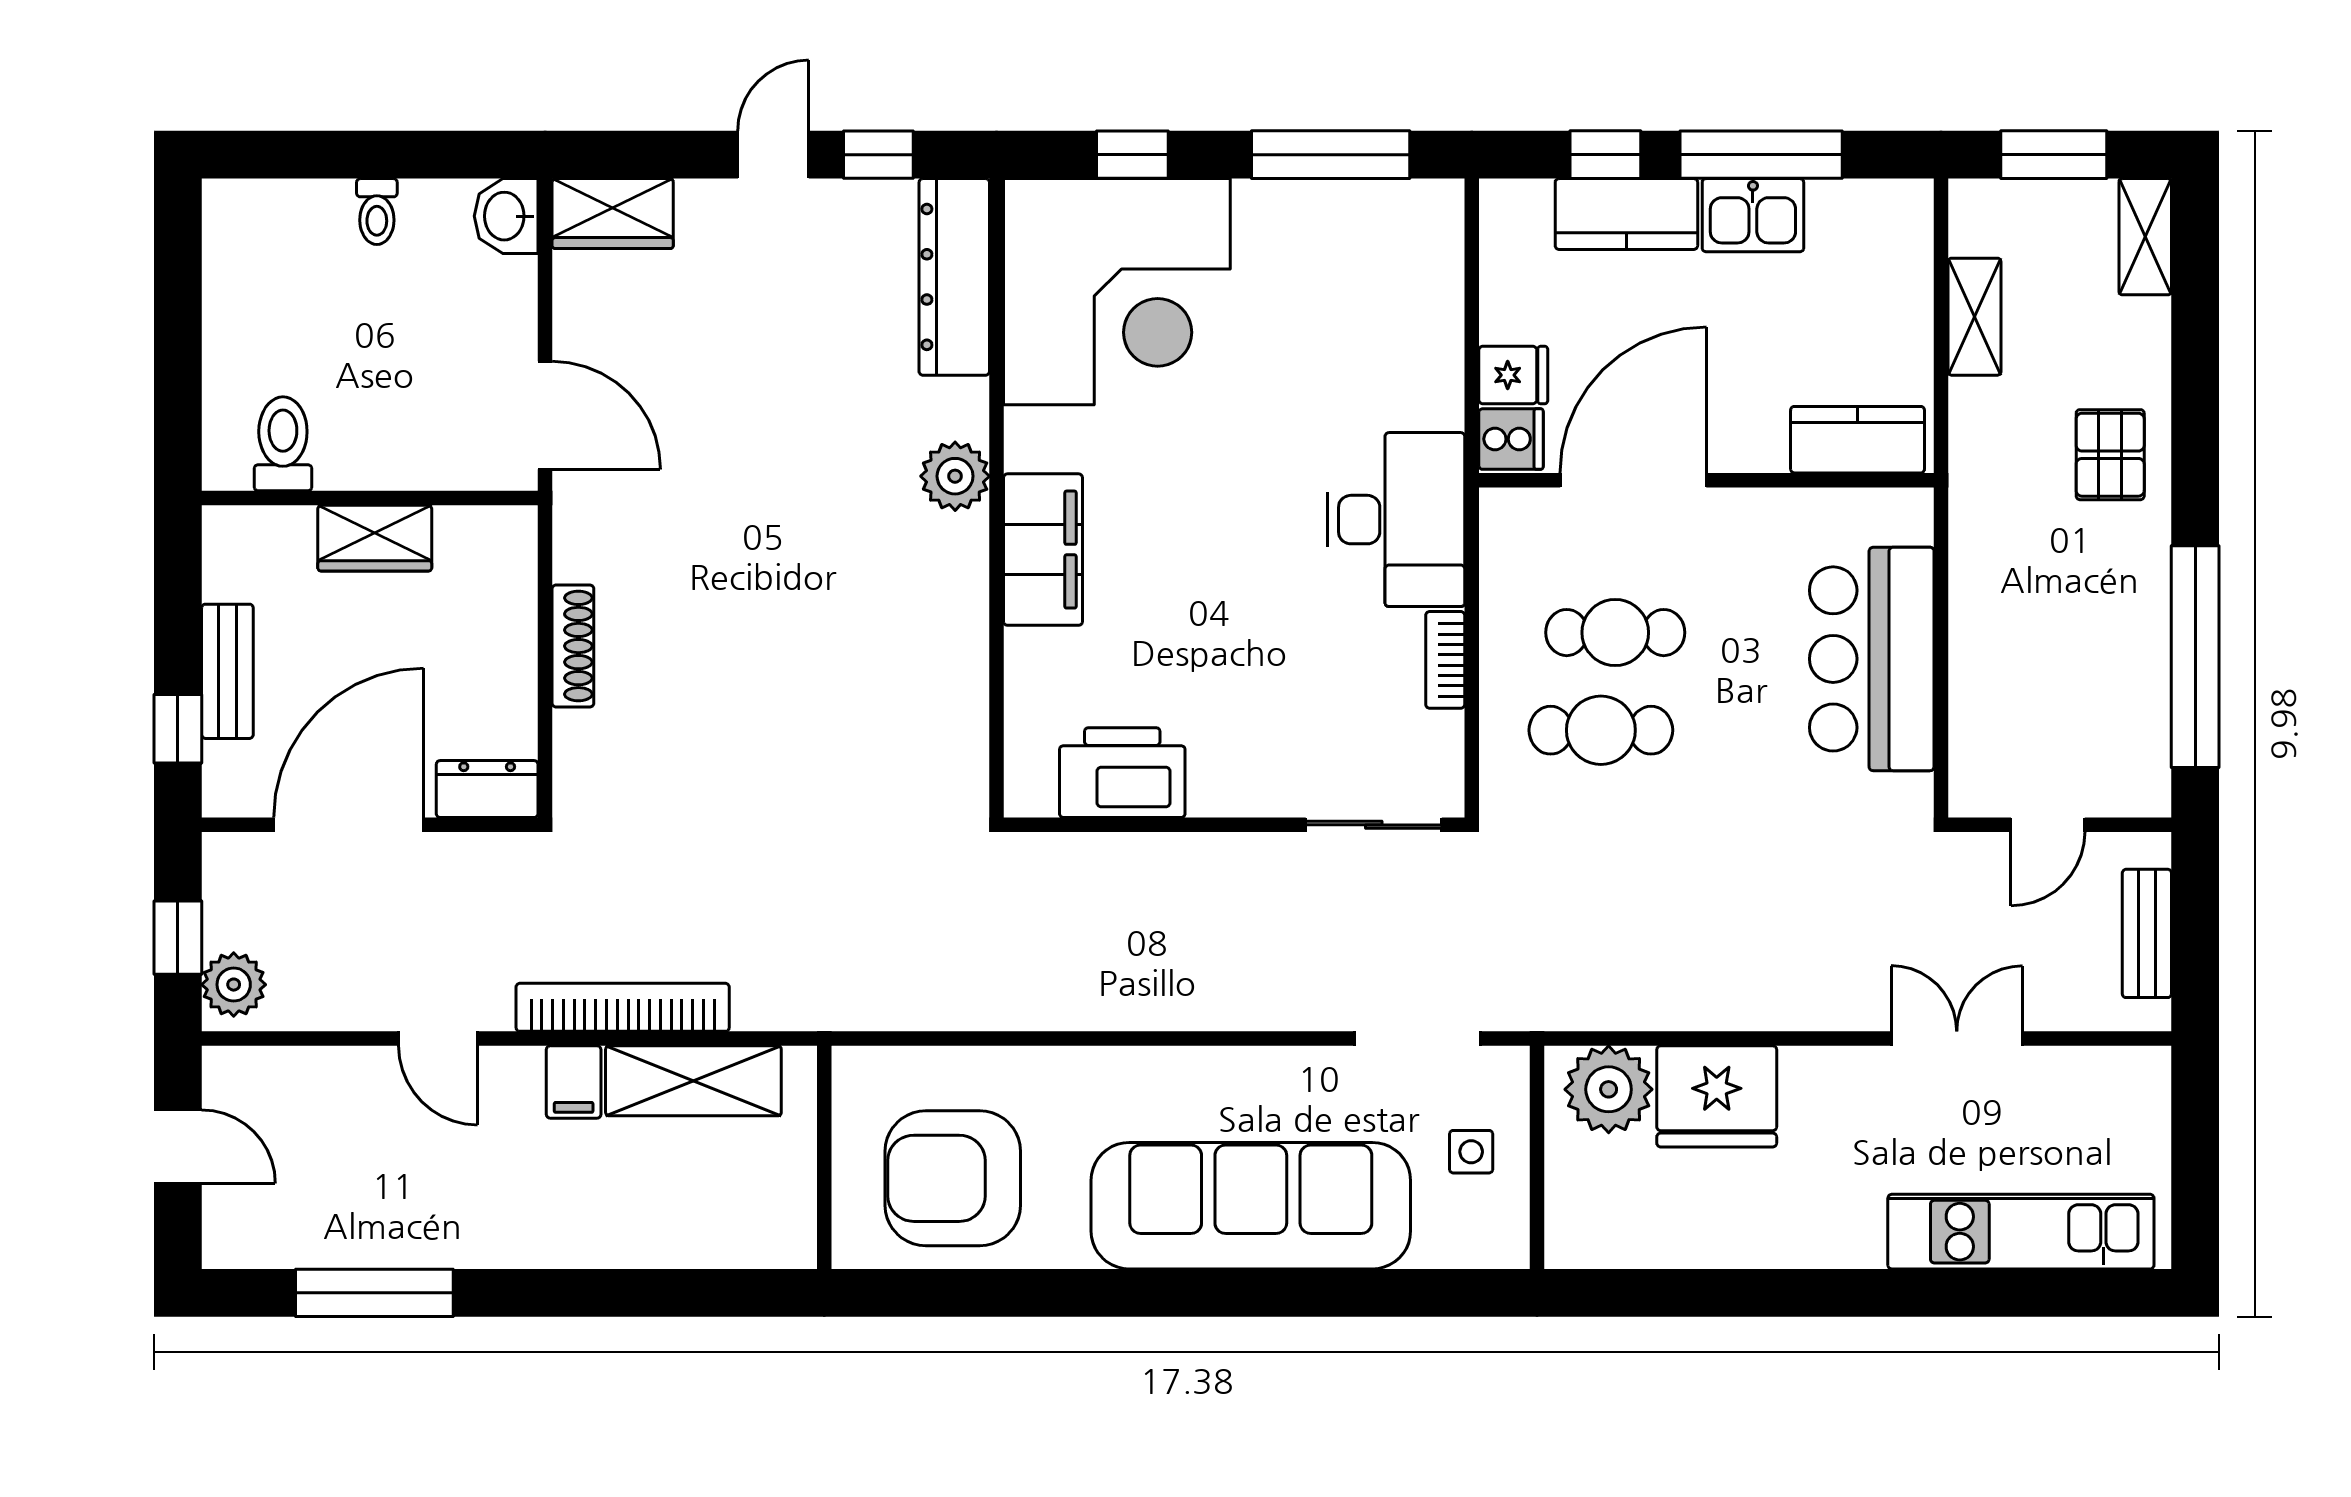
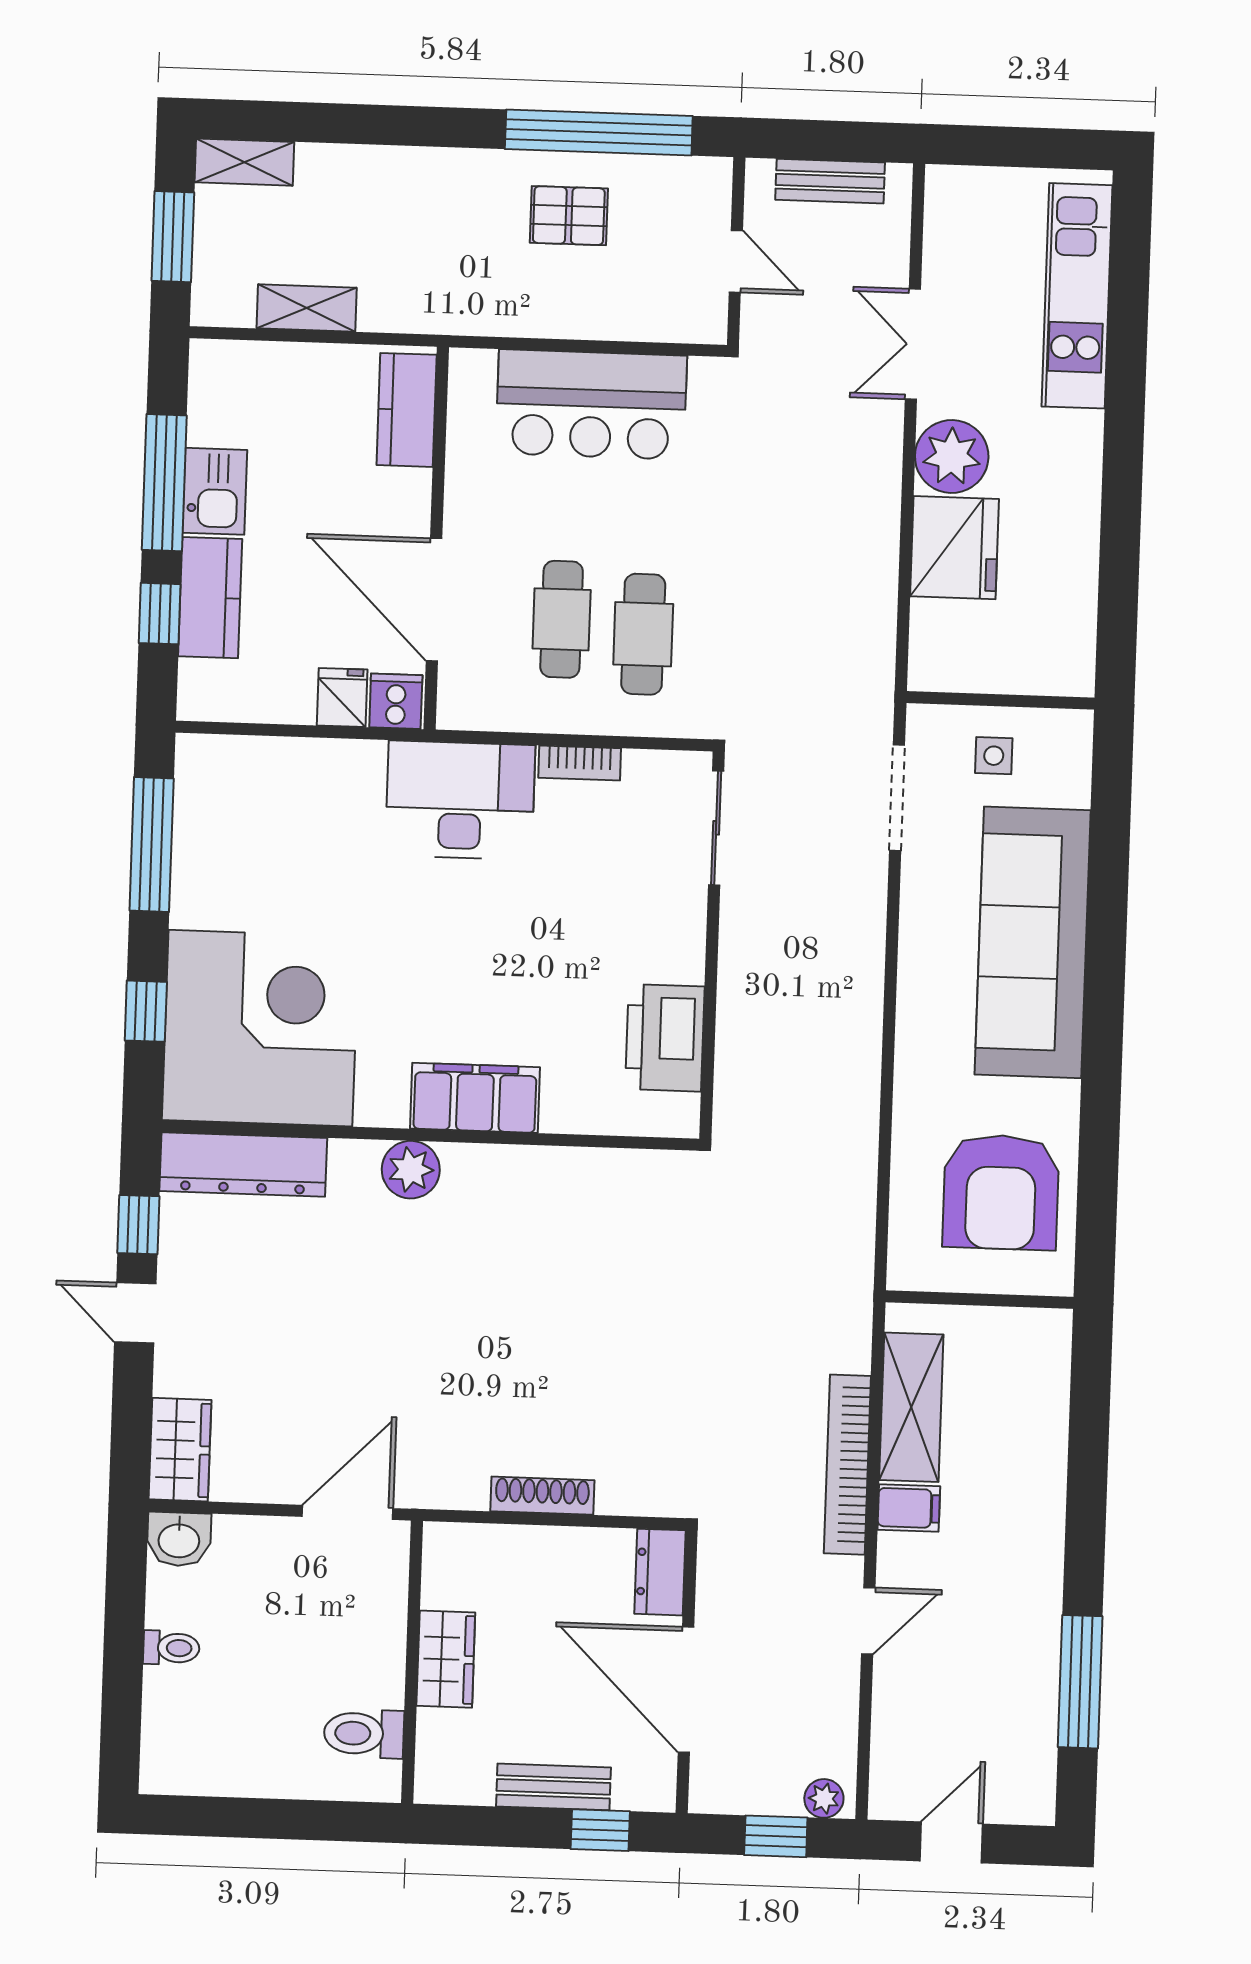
pallet: (2110, 455) -> (569, 216), moved
plant: (234, 985) -> (824, 1798), width x0.73, depth x0.73
plant: (1609, 1089) -> (952, 456), moved

